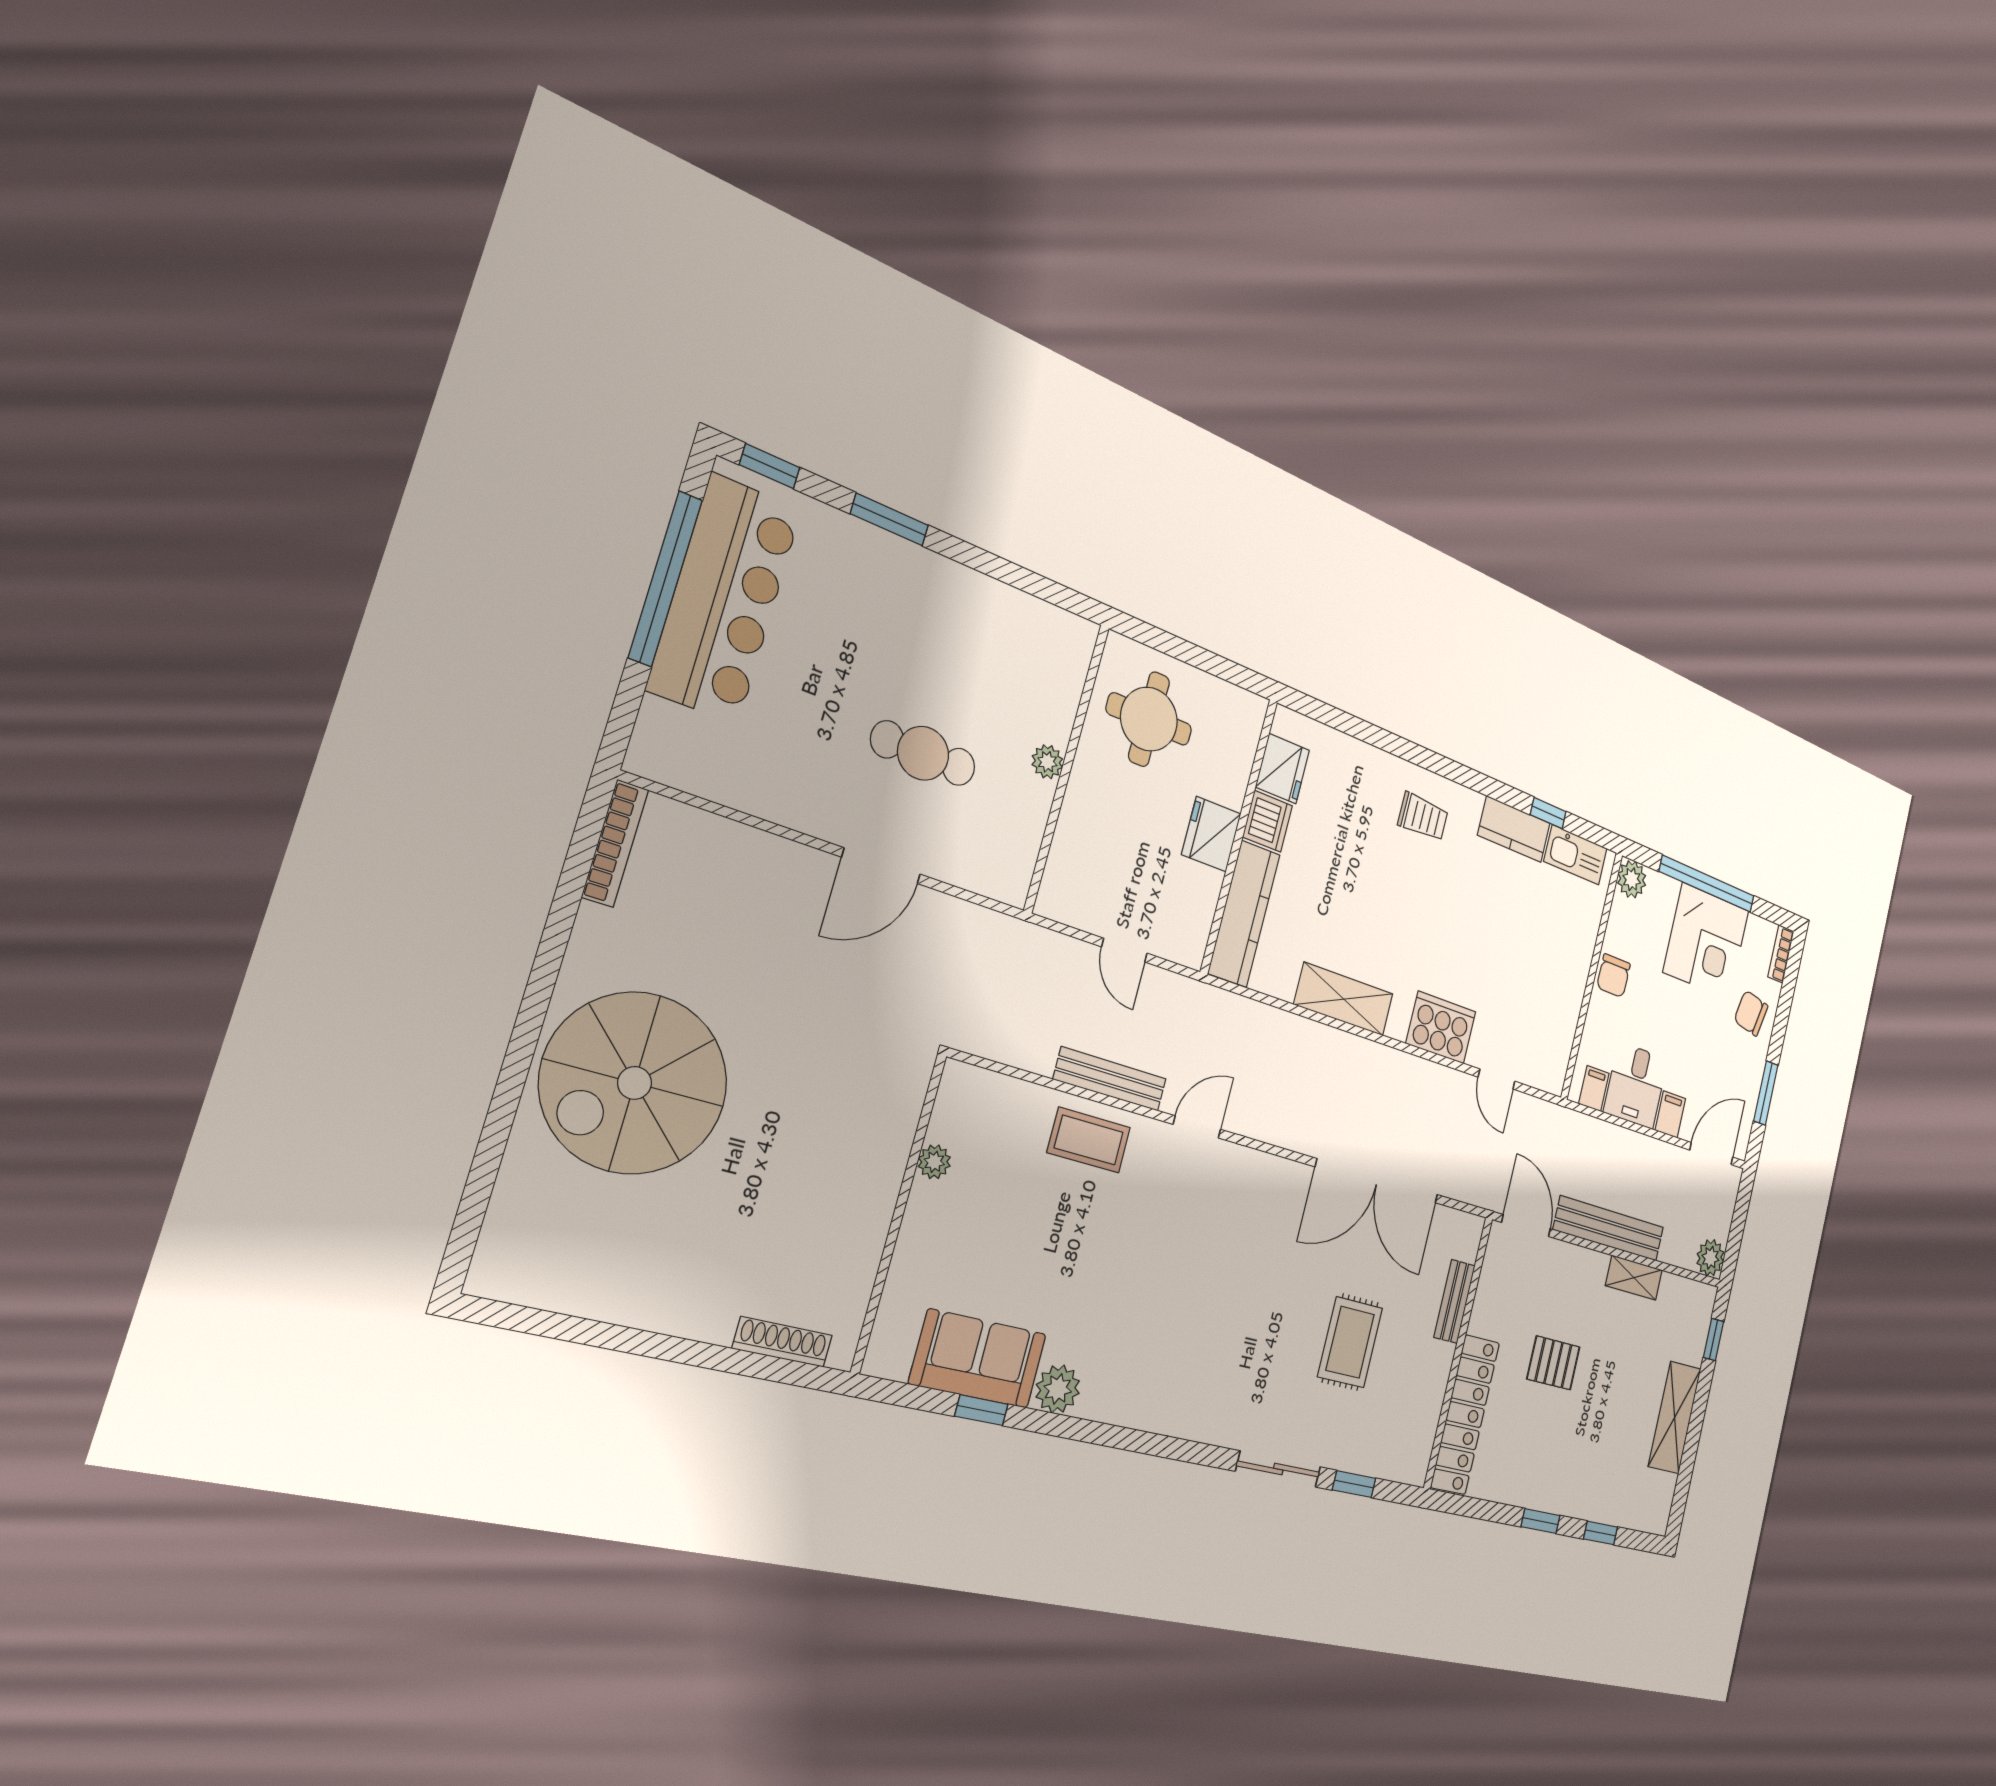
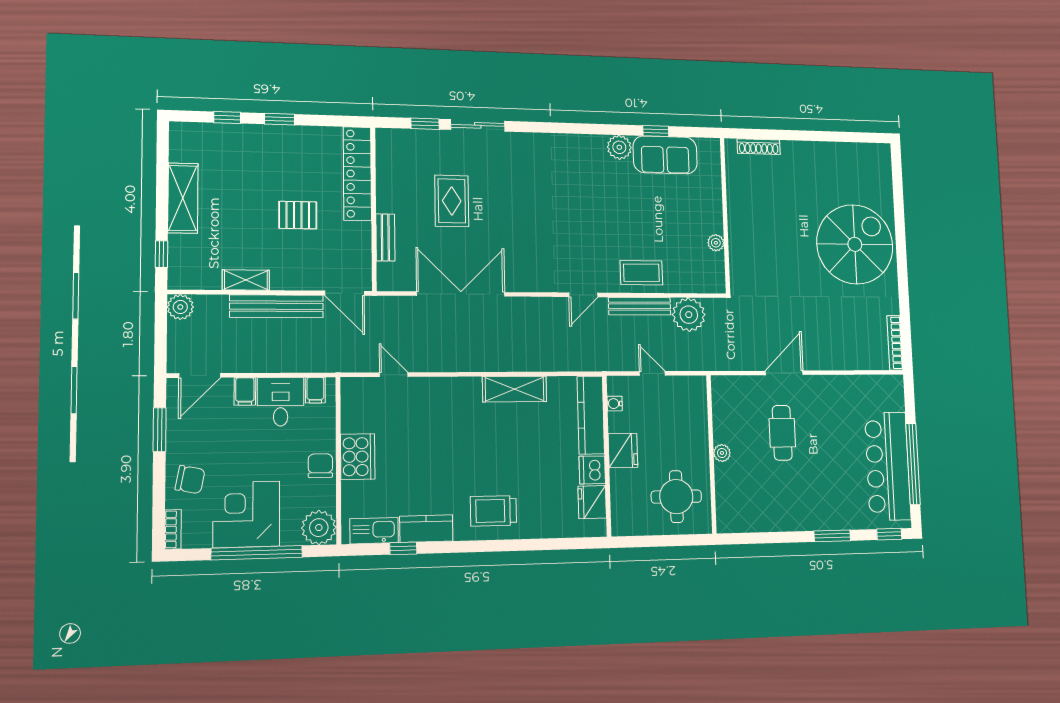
cafe table: (923, 753) -> (782, 433), turned 90
trolley: (1423, 817) -> (493, 511), width x1.36, depth x1.39
plant: (1632, 879) -> (319, 528), width x1.36, depth x1.36
water cooler: (1201, 920) -> (615, 404), added
cooker: (1441, 1028) -> (358, 457), moved, turned -90
plant: (1028, 1037) -> (689, 315), added

